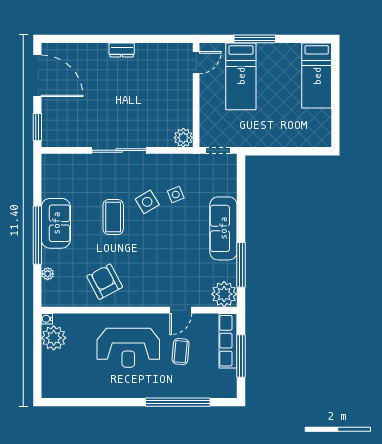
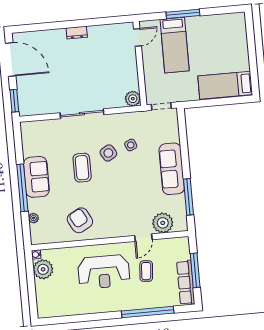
bed: (317, 76) -> (225, 85), moved, turned 90
plant: (224, 294) -> (163, 223), moved
row of seats: (228, 341) -> (186, 282), moved

